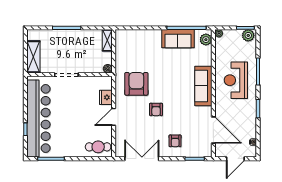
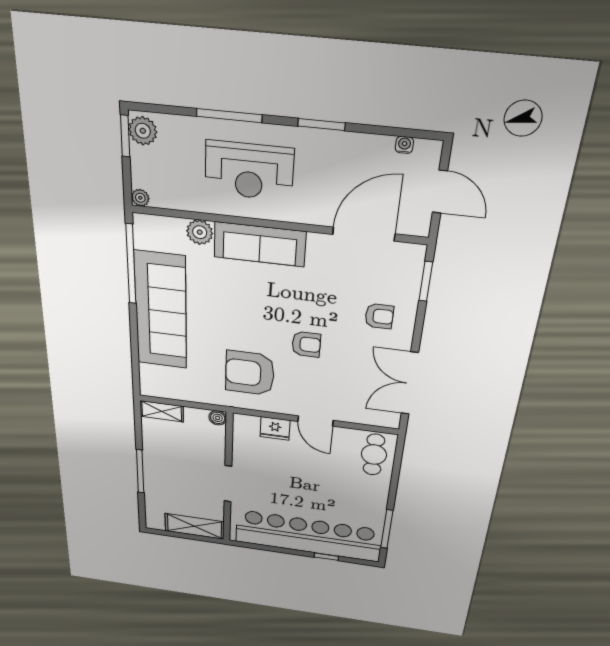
sofa: (178, 39) -> (161, 311), width x1.85, depth x1.27
plant: (206, 40) -> (200, 232), moved

